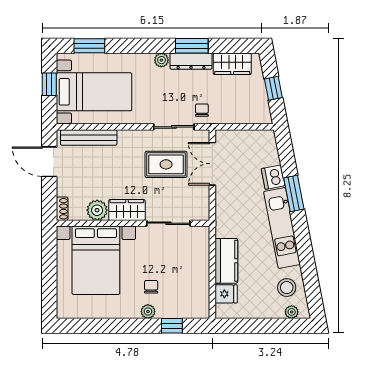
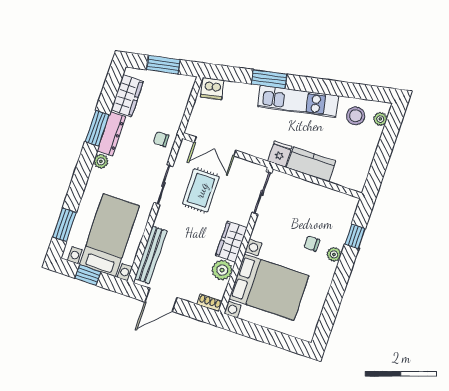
window: (273, 88) -> (163, 65), width x1.50
sliding door: (174, 127) -> (163, 185), moved
dishwasher: (273, 177) -> (212, 89), moved
sliding door: (168, 223) -> (262, 193), moved
fridge: (226, 294) -> (280, 154), moved

